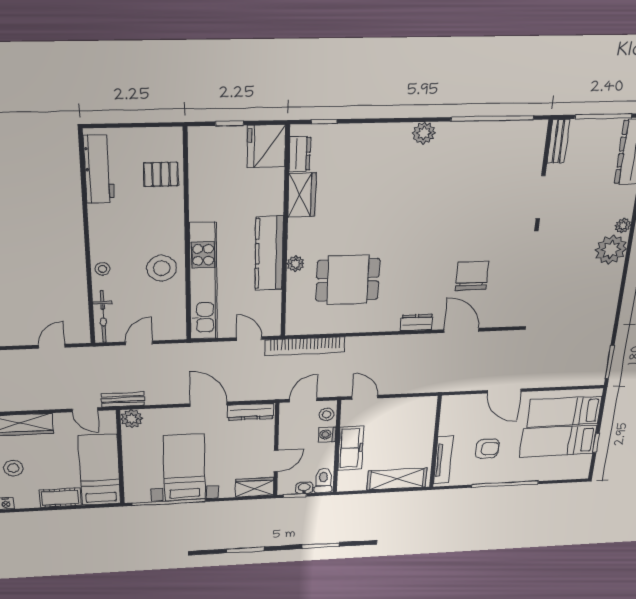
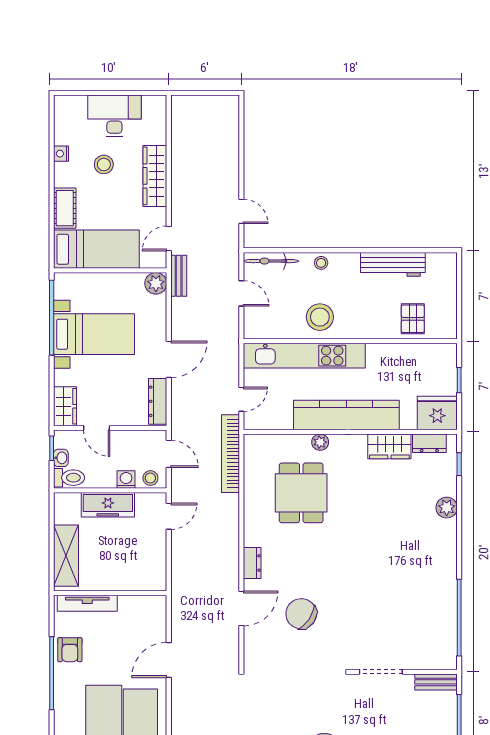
plant: (424, 133) -> (447, 508), moved
workbench: (99, 169) -> (393, 264), moved
kitchen counter: (269, 253) -> (346, 415), width x1.39, depth x1.17
chair: (472, 276) -> (301, 614), turned -146
armchair: (487, 449) -> (70, 650), moved

